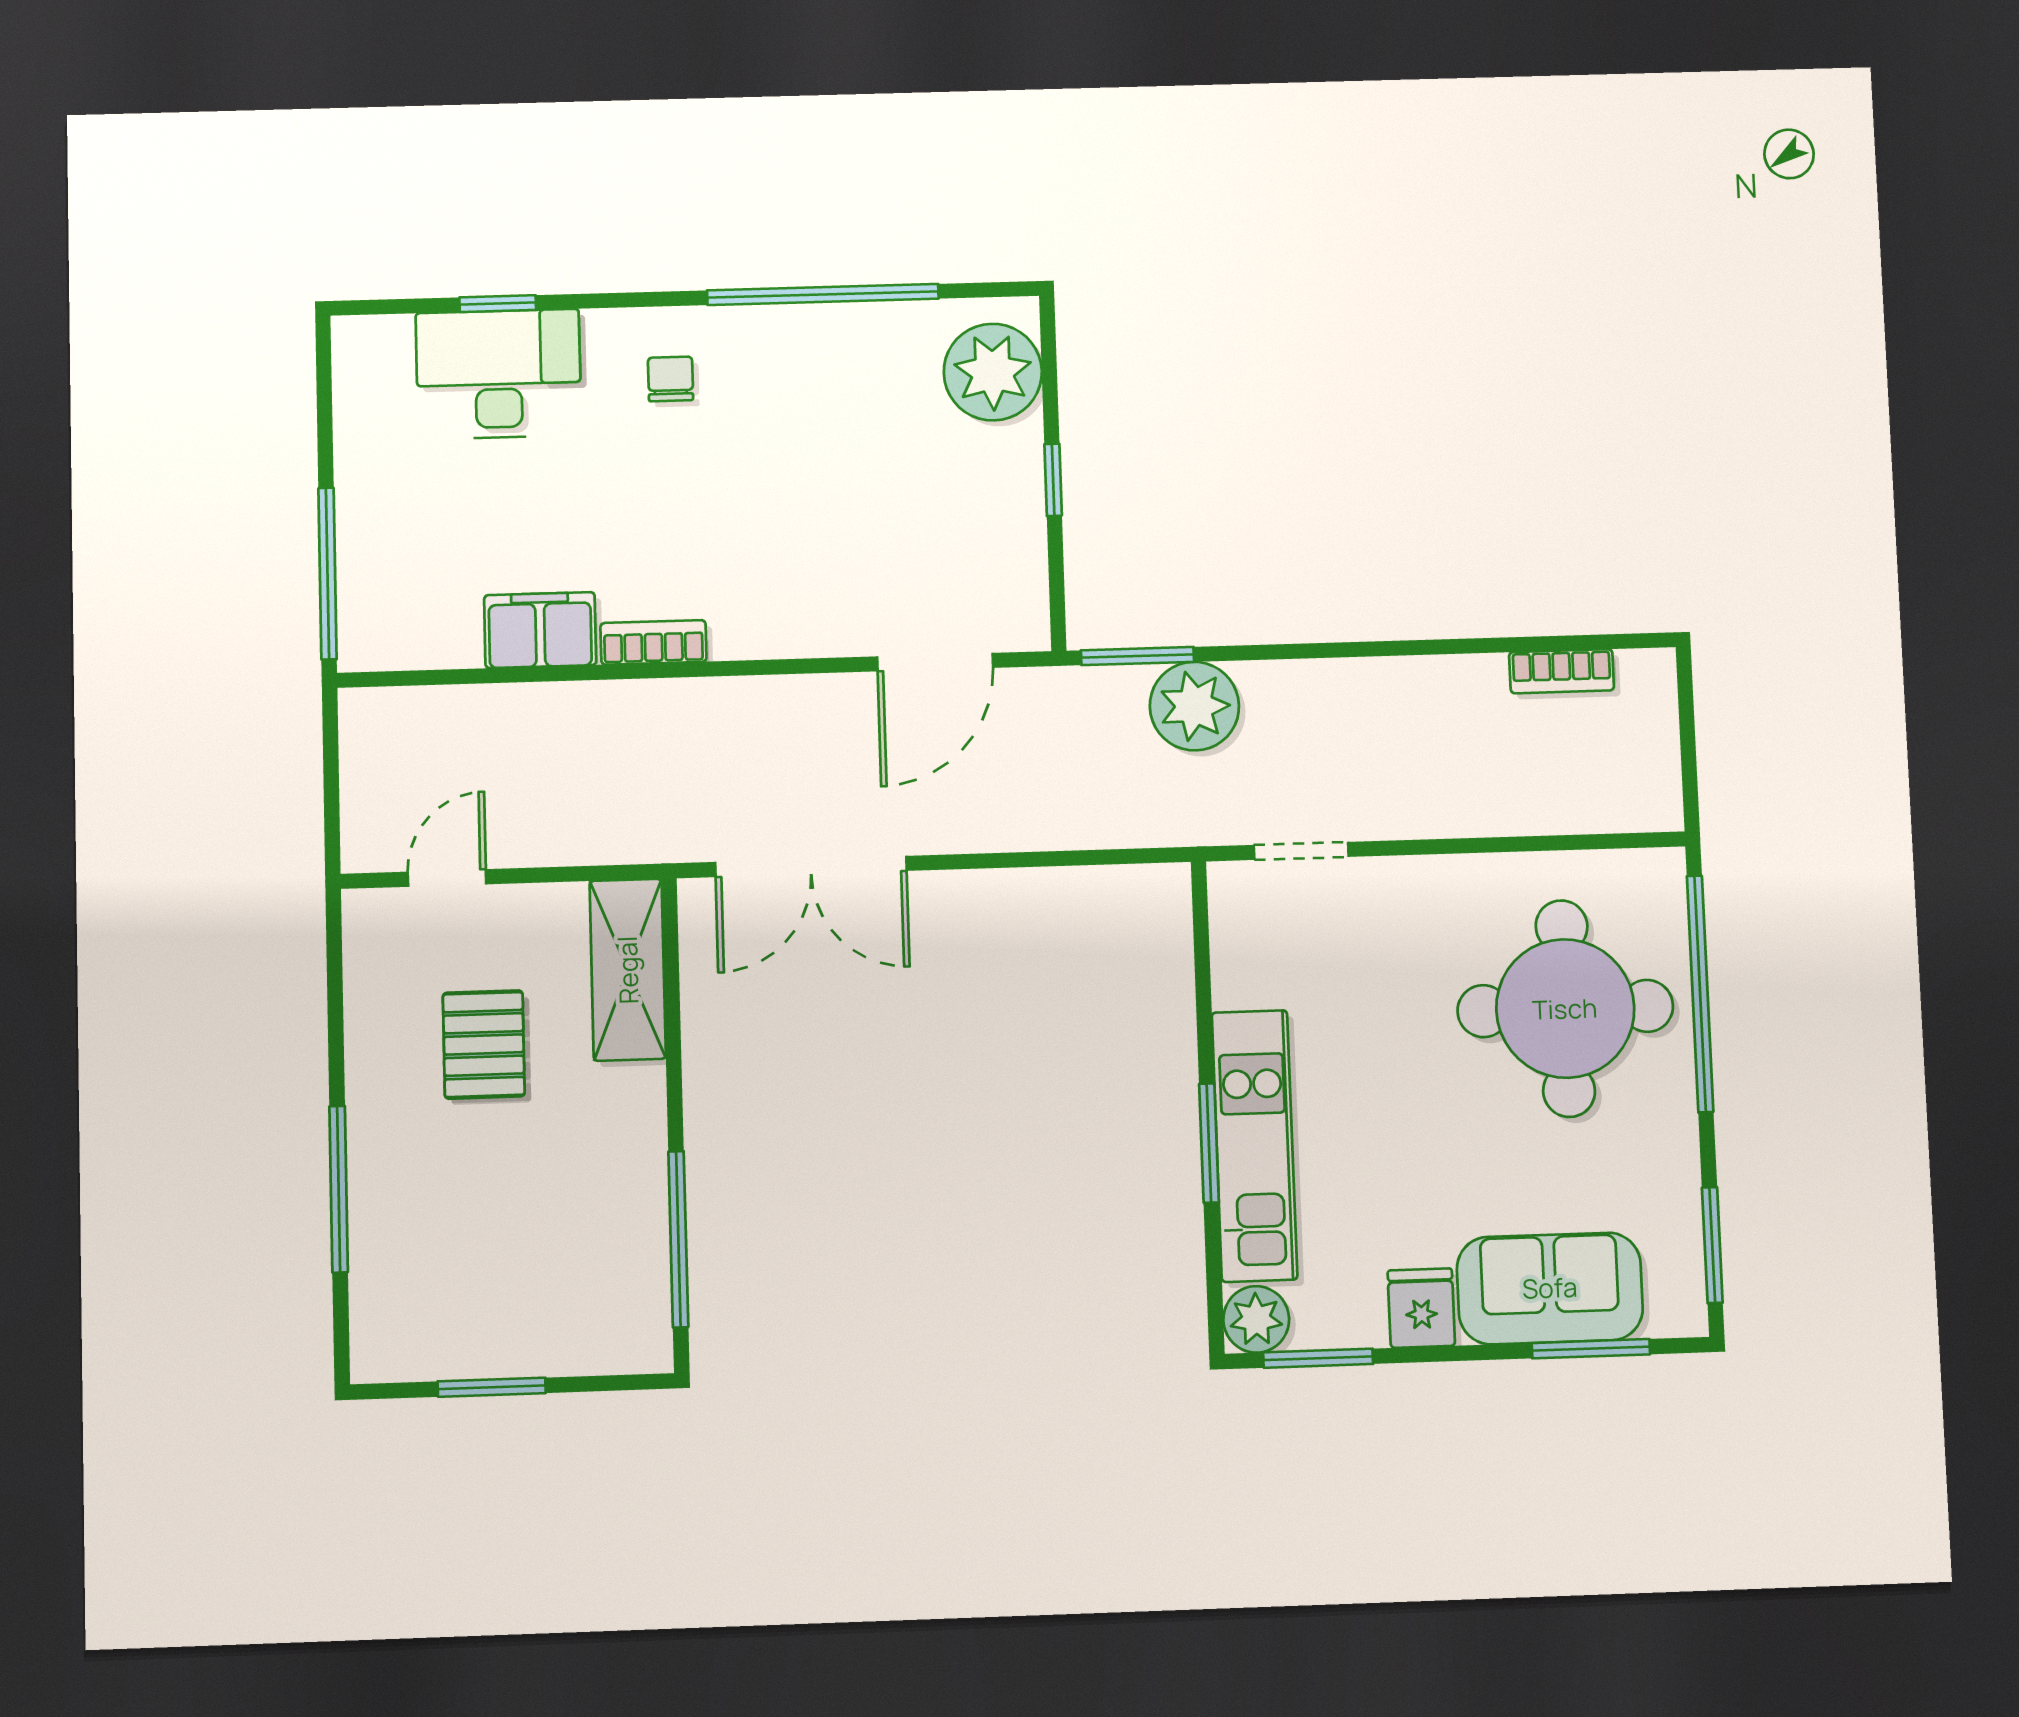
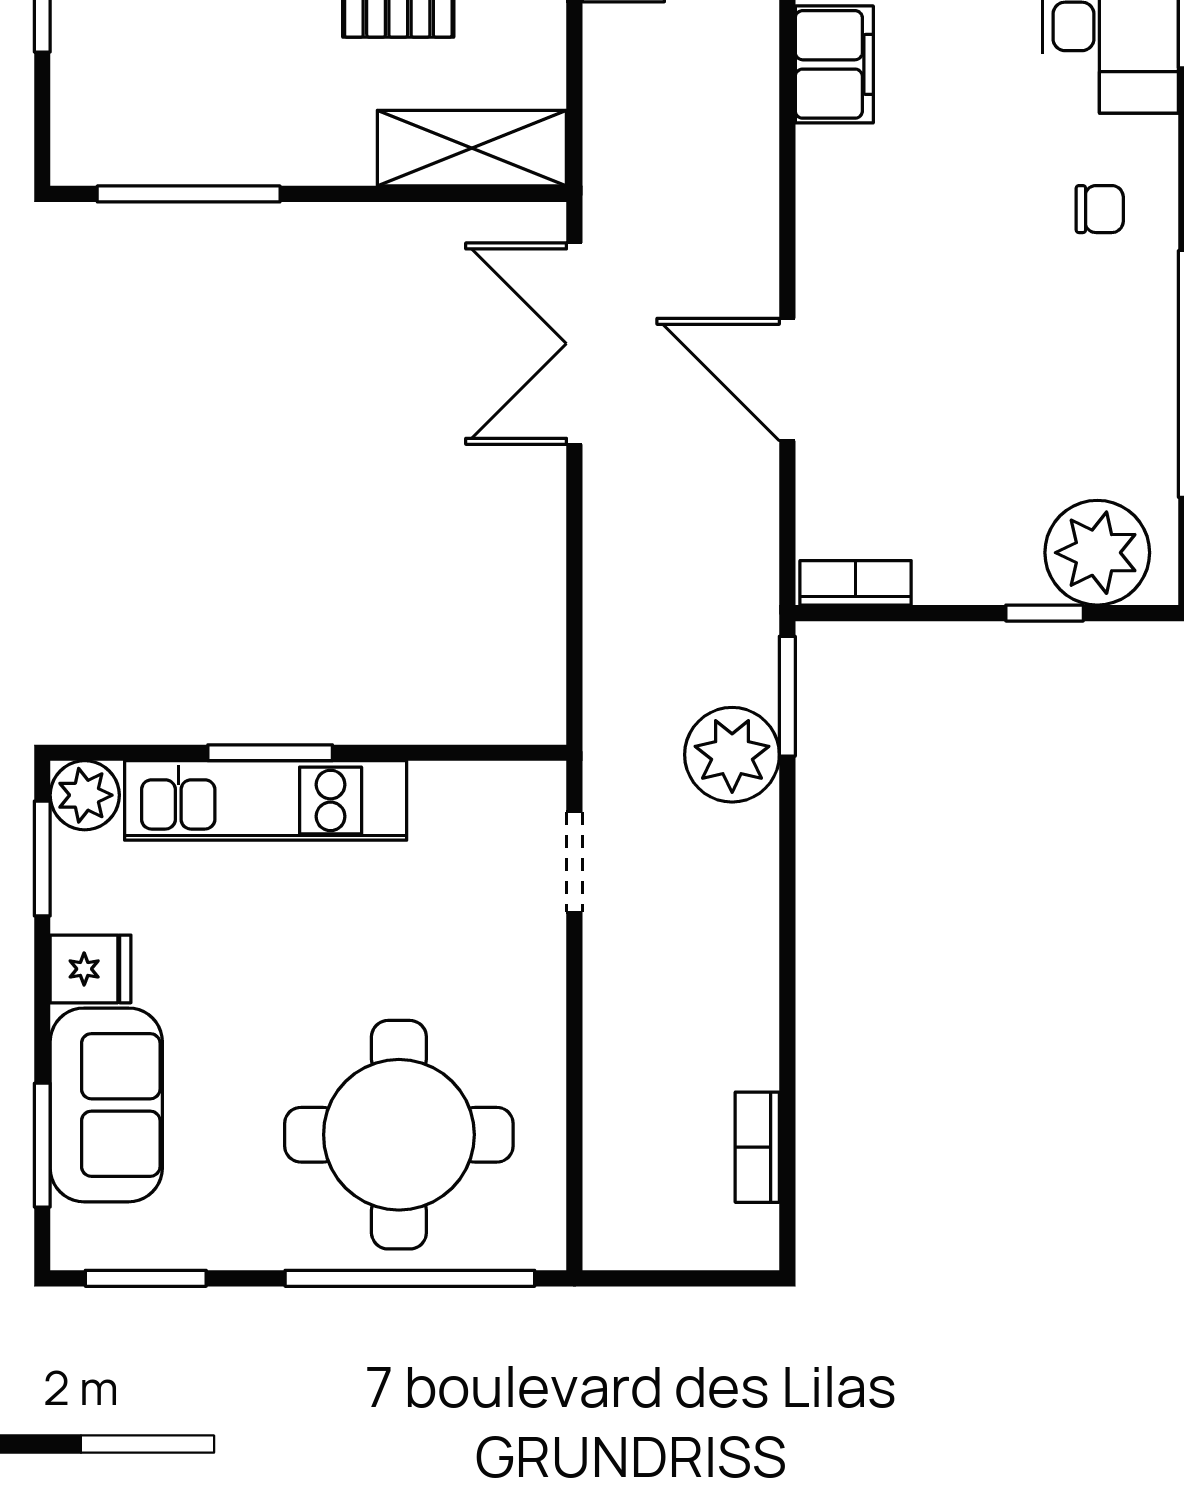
window: (1053, 480) -> (1045, 613), moved
bookcase: (653, 642) -> (856, 583), moved, turned -90
door: (935, 662) -> (787, 380), moved

